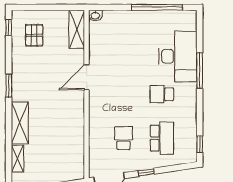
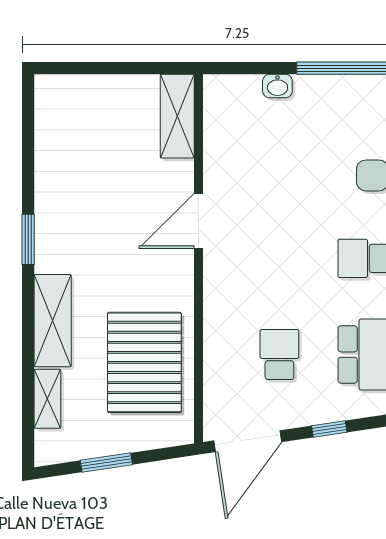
washbasin: (95, 15) -> (277, 86), moved
window: (9, 28) -> (28, 112), removed
pallet: (34, 35) -> (144, 362), moved, width x2.05, depth x2.00

